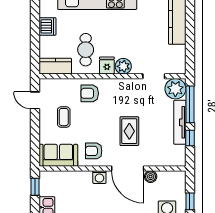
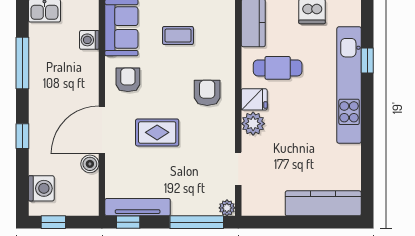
plant: (175, 89) -> (227, 208), width x0.53, depth x0.53
armchair: (90, 93) -> (207, 93), moved
tv unit: (180, 122) -> (138, 207), moved
window: (190, 138) -> (128, 222), moved
washing machine: (99, 177) -> (89, 40), moved

